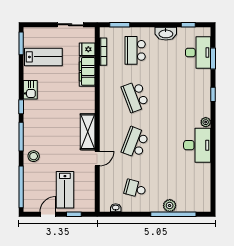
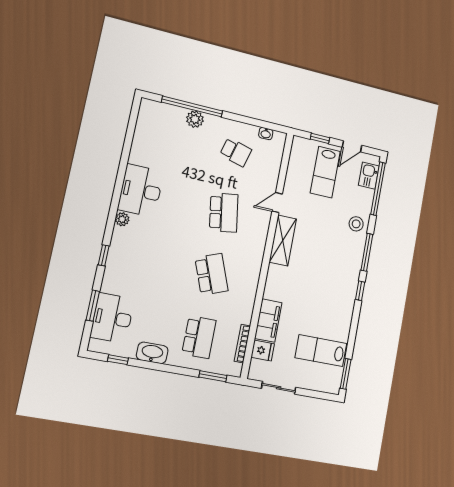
kitchen sink: (30, 90) -> (369, 176), moved
school desk: (135, 143) -> (224, 213), turned -30
lab bench: (65, 190) -> (325, 172), turned 180

